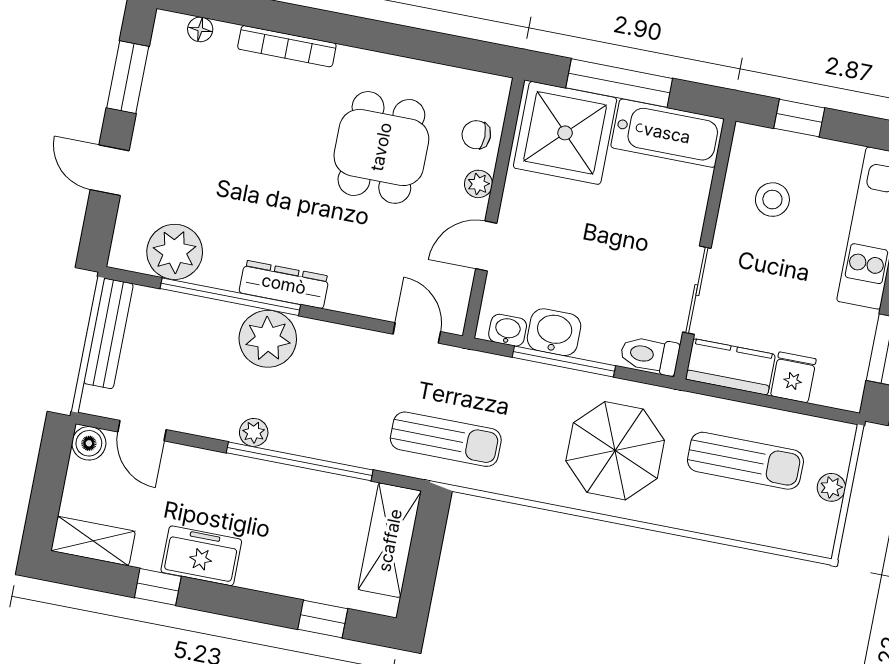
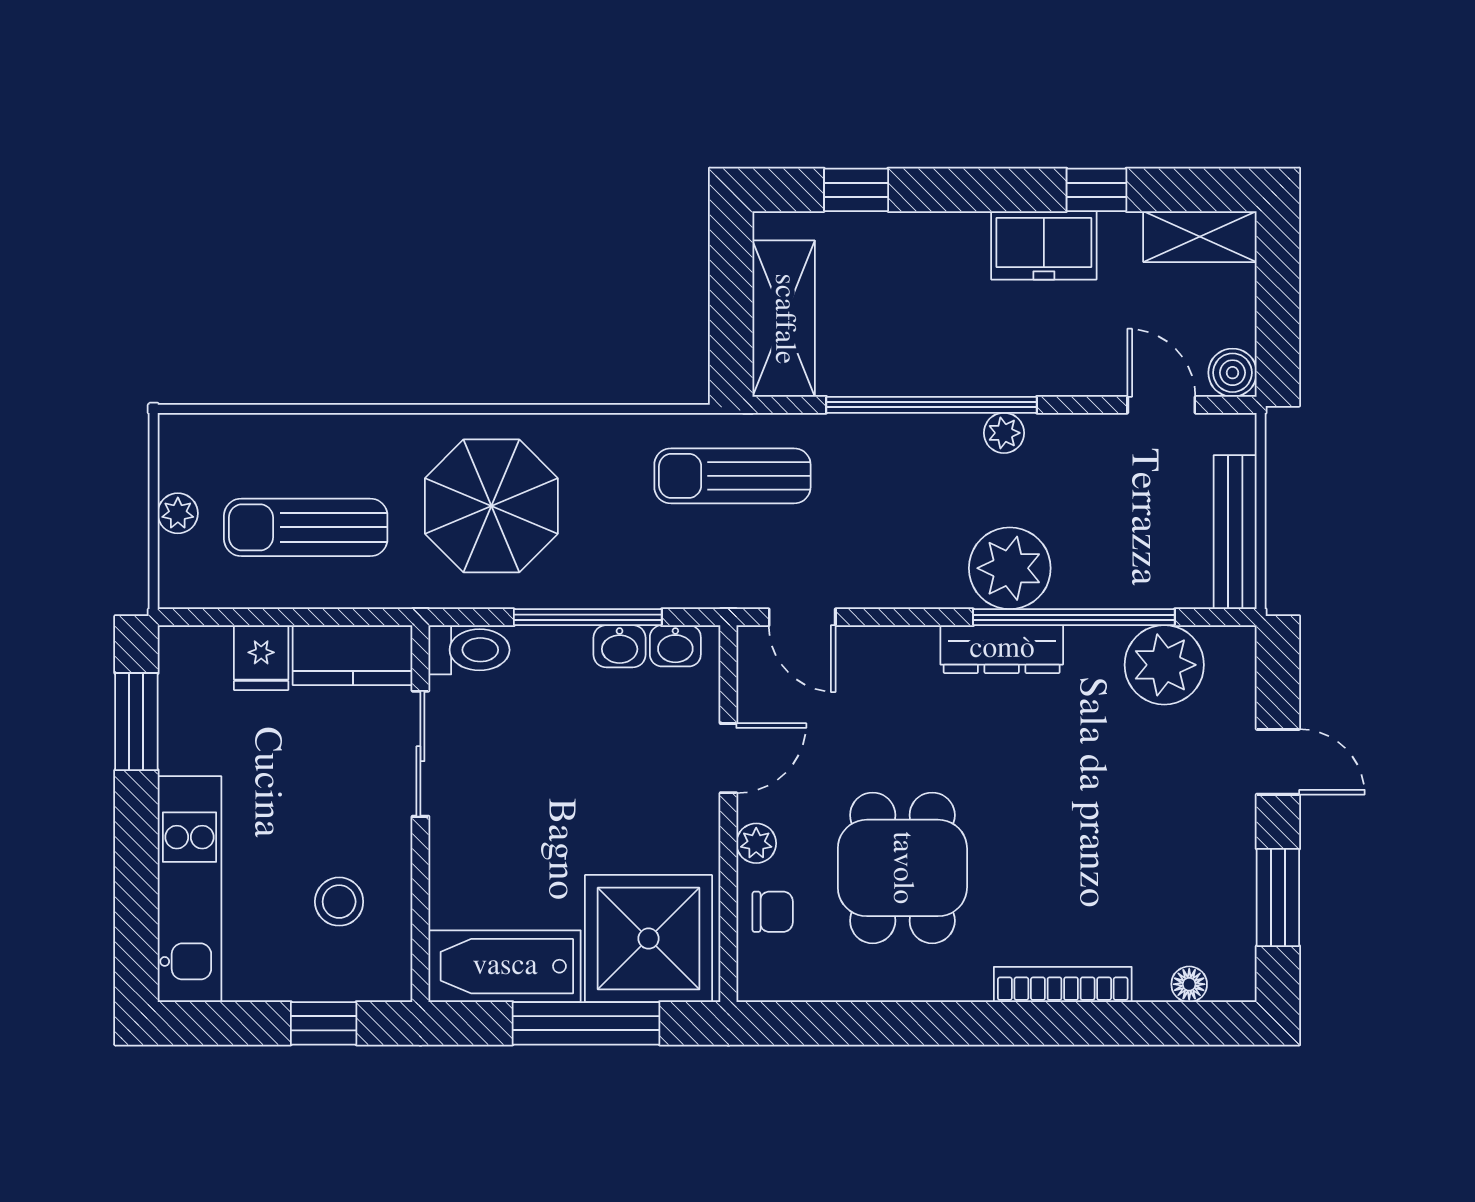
washbasin: (554, 332) -> (620, 646), width x0.72, depth x0.69

